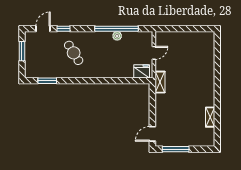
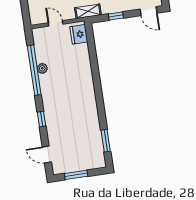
window: (64, 29) -> (41, 119), moved
cafe table: (74, 53) -> (69, 115), removed
window: (152, 105) -> (116, 16), added

